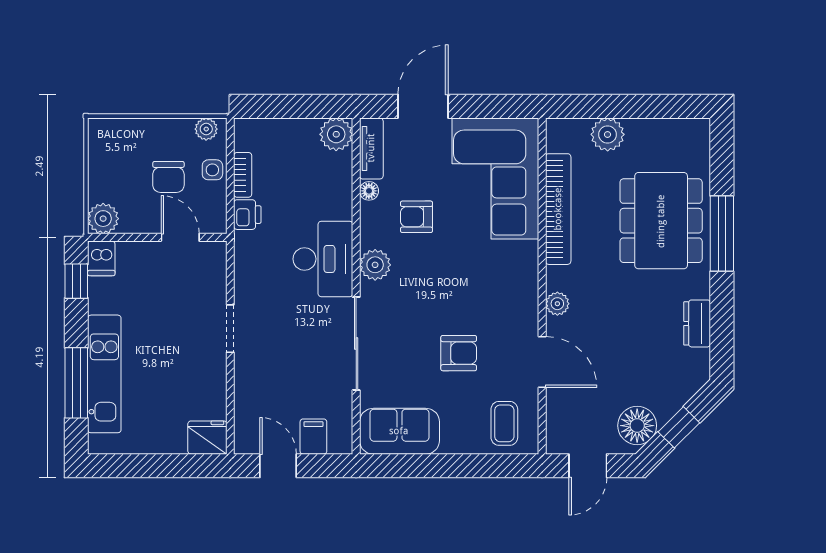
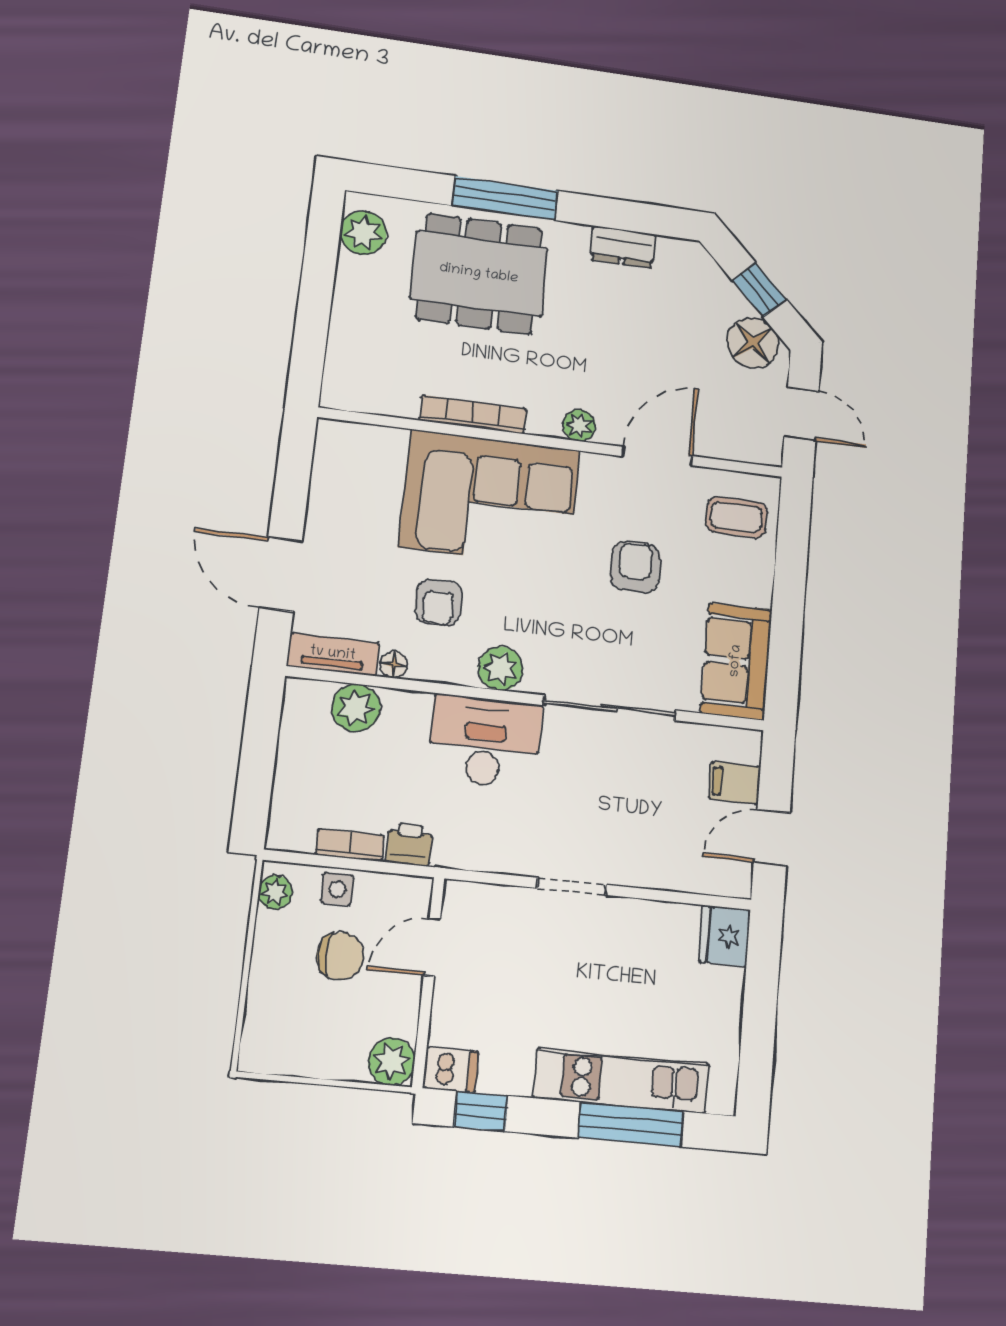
plant: (336, 134) -> (356, 708), moved
plant: (608, 134) -> (363, 233), moved
corner sofa: (495, 179) -> (490, 498), moved
bookcase: (558, 209) -> (473, 415), width x0.68, depth x0.76

